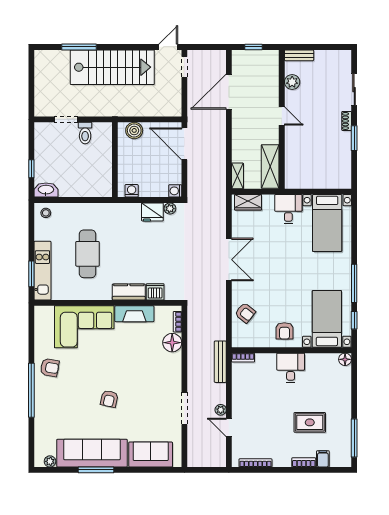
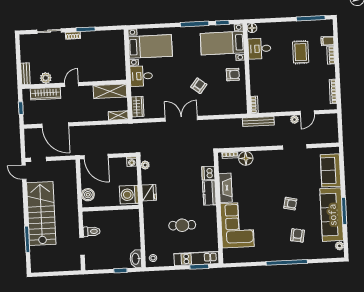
wardrobe: (271, 81) -> (46, 94), added
door: (184, 144) -> (96, 157), hinge flipped
washing machine: (132, 191) -> (129, 195), width x1.89, depth x1.89
fridge: (152, 212) -> (149, 193), moved
cafe table: (88, 254) -> (182, 225), width x0.73, depth x0.74
armchair: (245, 313) -> (199, 86), moved
armchair: (50, 368) -> (297, 235), moved
desk: (291, 368) -> (259, 49), moved

